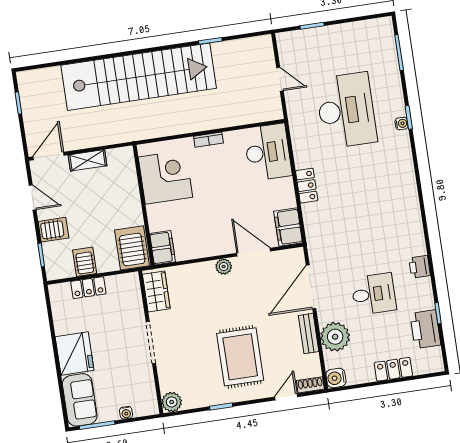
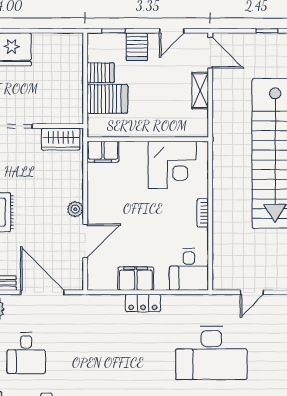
desk: (268, 152) -> (189, 269), width x0.73
filing cabinet: (288, 227) -> (136, 279), moved
server rack: (132, 248) -> (107, 99), moved
locker: (88, 288) -> (74, 73), removed

